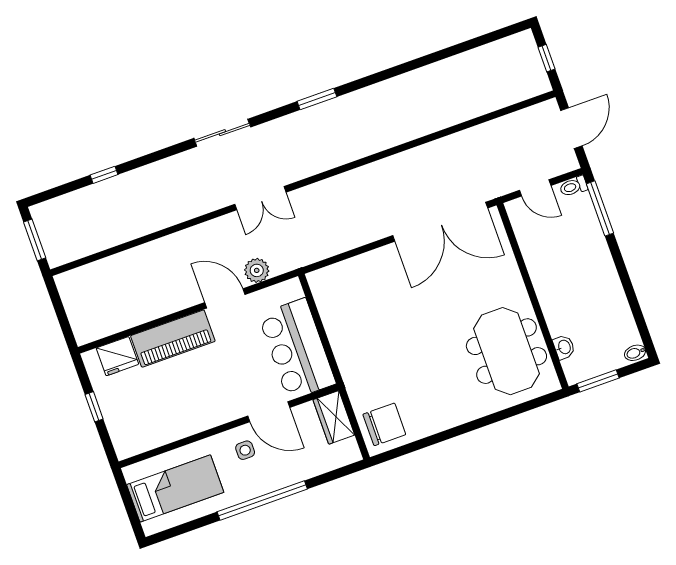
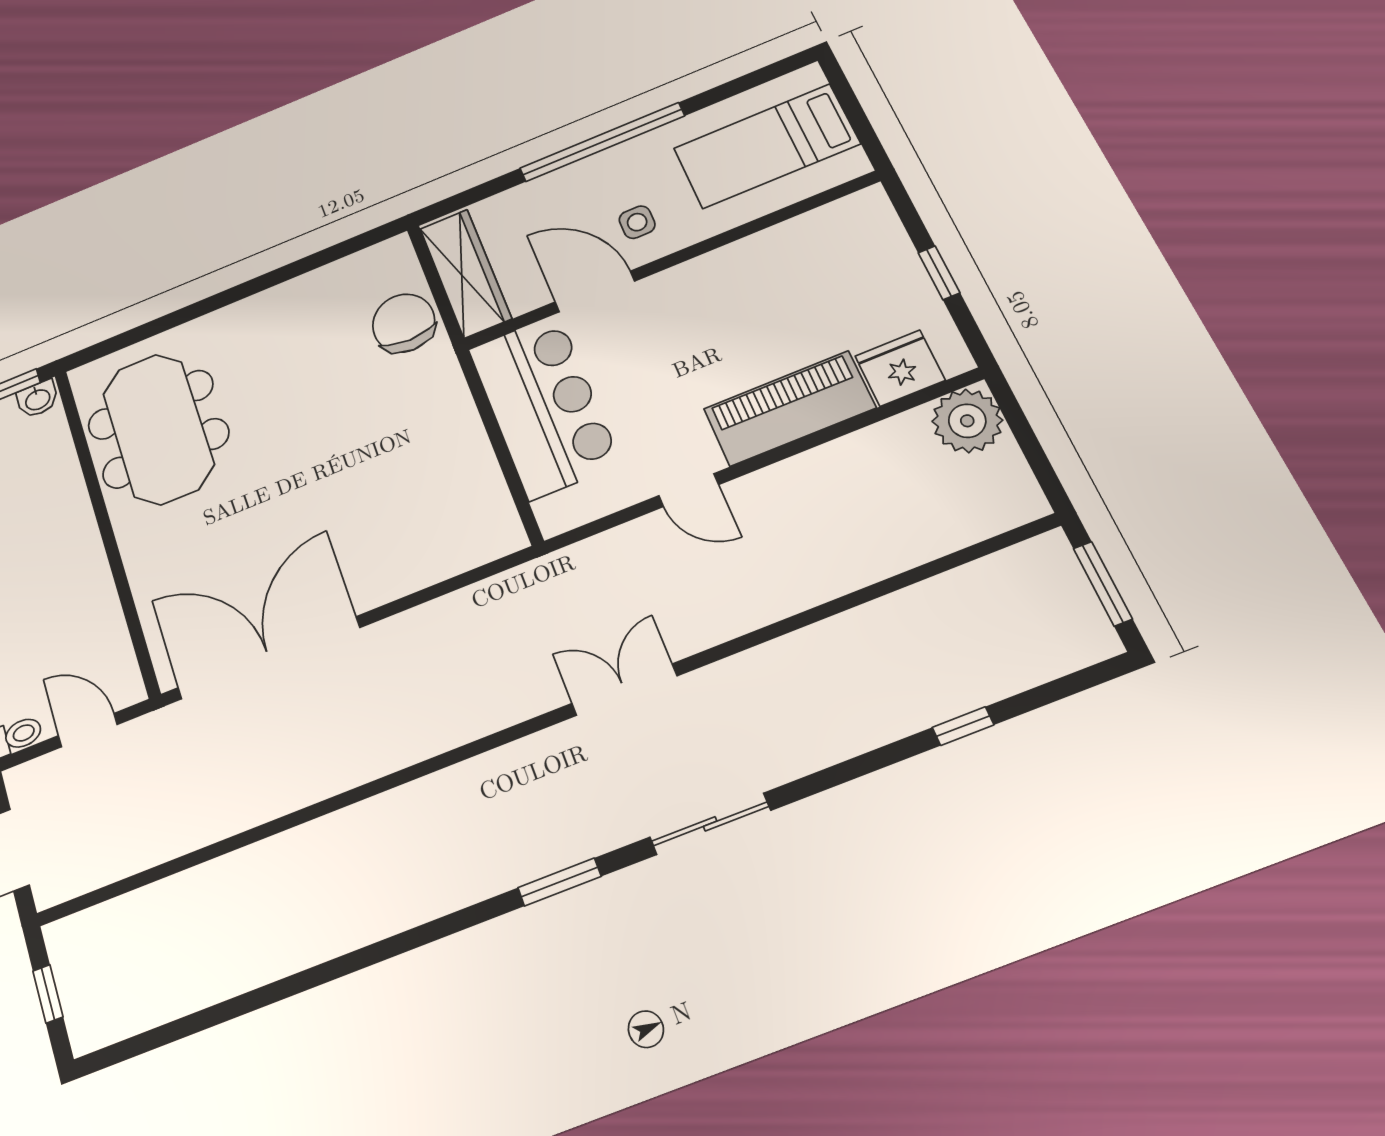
window: (317, 99) -> (559, 882), moved
plant: (257, 270) -> (967, 421), moved, width x1.36, depth x1.36
door: (225, 298) -> (689, 490), width x0.73
washbasin: (564, 347) -> (38, 399), moved, turned -90
wardrobe: (334, 417) -> (465, 273), width x1.50
chair: (384, 424) -> (404, 323), moved, turned 90

